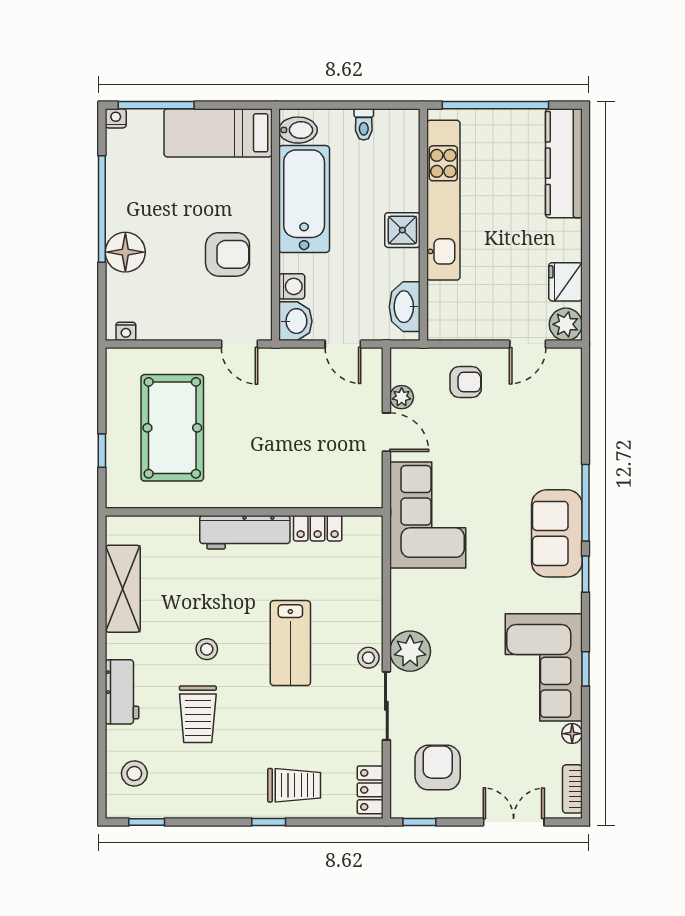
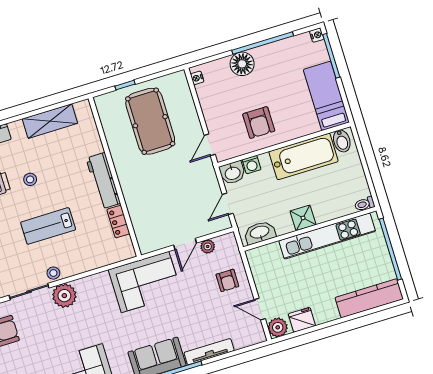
toilet: (364, 124) -> (365, 204), moved
pool table: (172, 428) -> (150, 121), turned 90
tv unit: (571, 446) -> (209, 352), added

